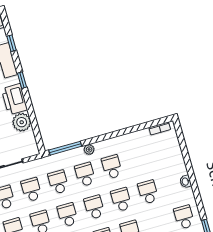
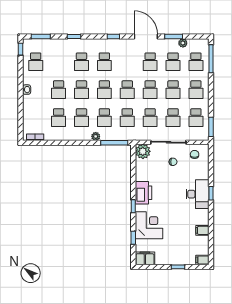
plant: (22, 122) -> (143, 151), moved
school desk: (139, 159) -> (59, 118), added

